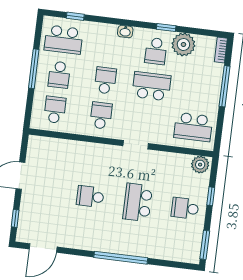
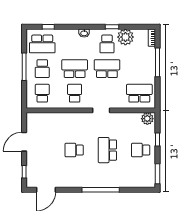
school desk: (105, 80) -> (75, 69), width x1.85
school desk: (193, 127) -> (139, 93), turned 180

